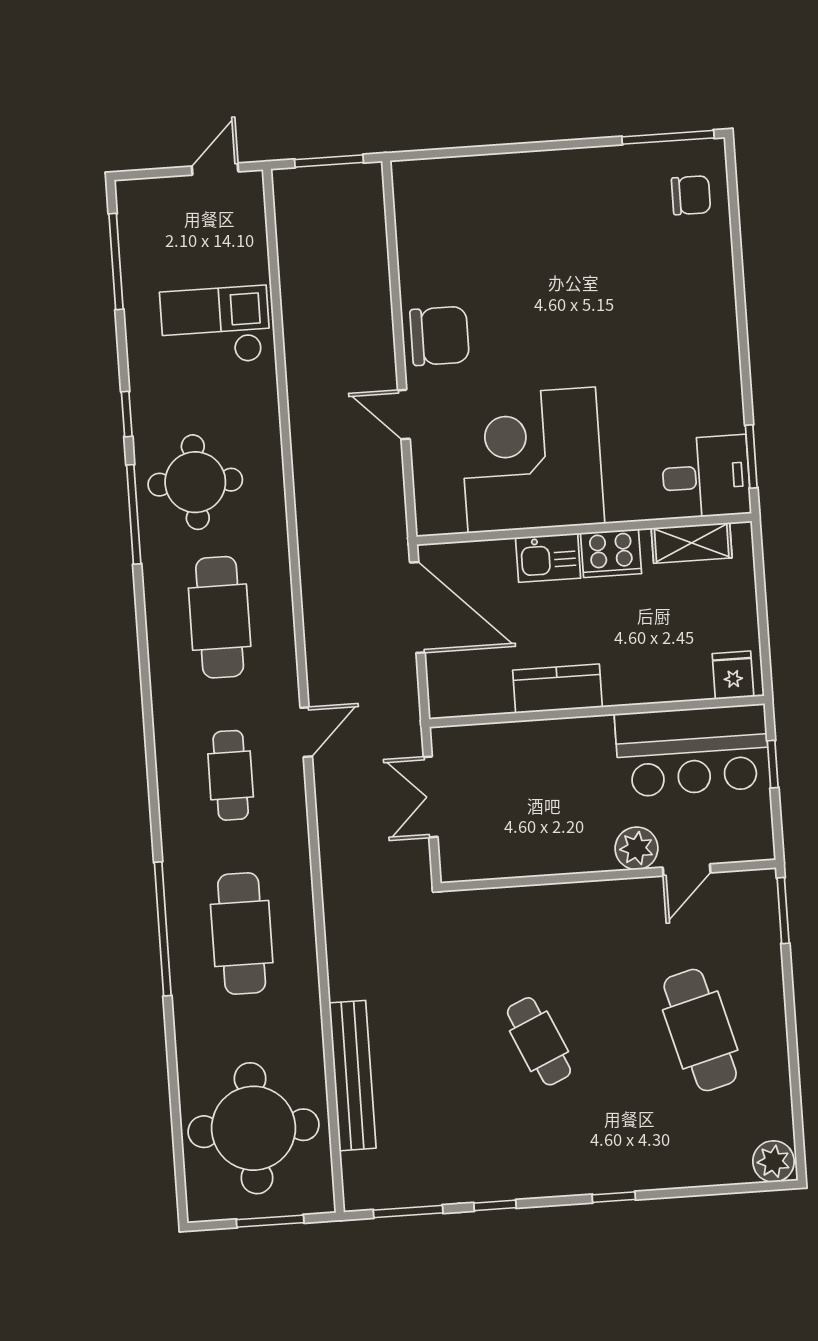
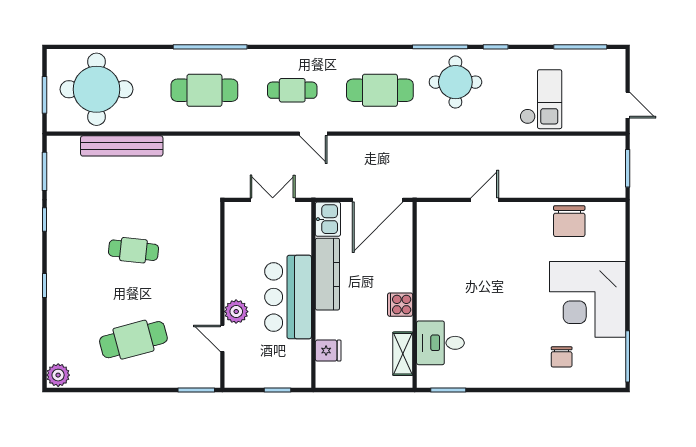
chair: (691, 195) -> (562, 357), moved
chair: (440, 336) -> (569, 221), moved
corner desk: (532, 460) -> (588, 299), moved, turned 180
desk: (706, 477) -> (440, 343), moved, turned 90
cooker: (611, 553) -> (400, 305), width x0.73
kitchen sink: (548, 558) -> (328, 219), moved, turned 180
fridge: (733, 675) -> (328, 351), moved
kitchen counter: (558, 689) -> (327, 274), width x1.50
bar counter: (692, 751) -> (288, 297), moved
cafe table: (539, 1041) -> (133, 250), turned 30

